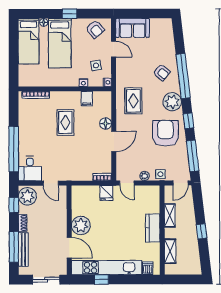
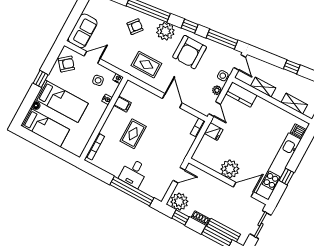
rug: (65, 122) -> (133, 134), turned 90
floor lamp: (106, 124) -> (153, 99), removed
armchair: (165, 133) -> (190, 52), turned -90
desk: (30, 169) -> (134, 173), moved, turned 90
door: (127, 183) -> (215, 109), hinge flipped
kitchen counter: (153, 228) -> (242, 95), moved

